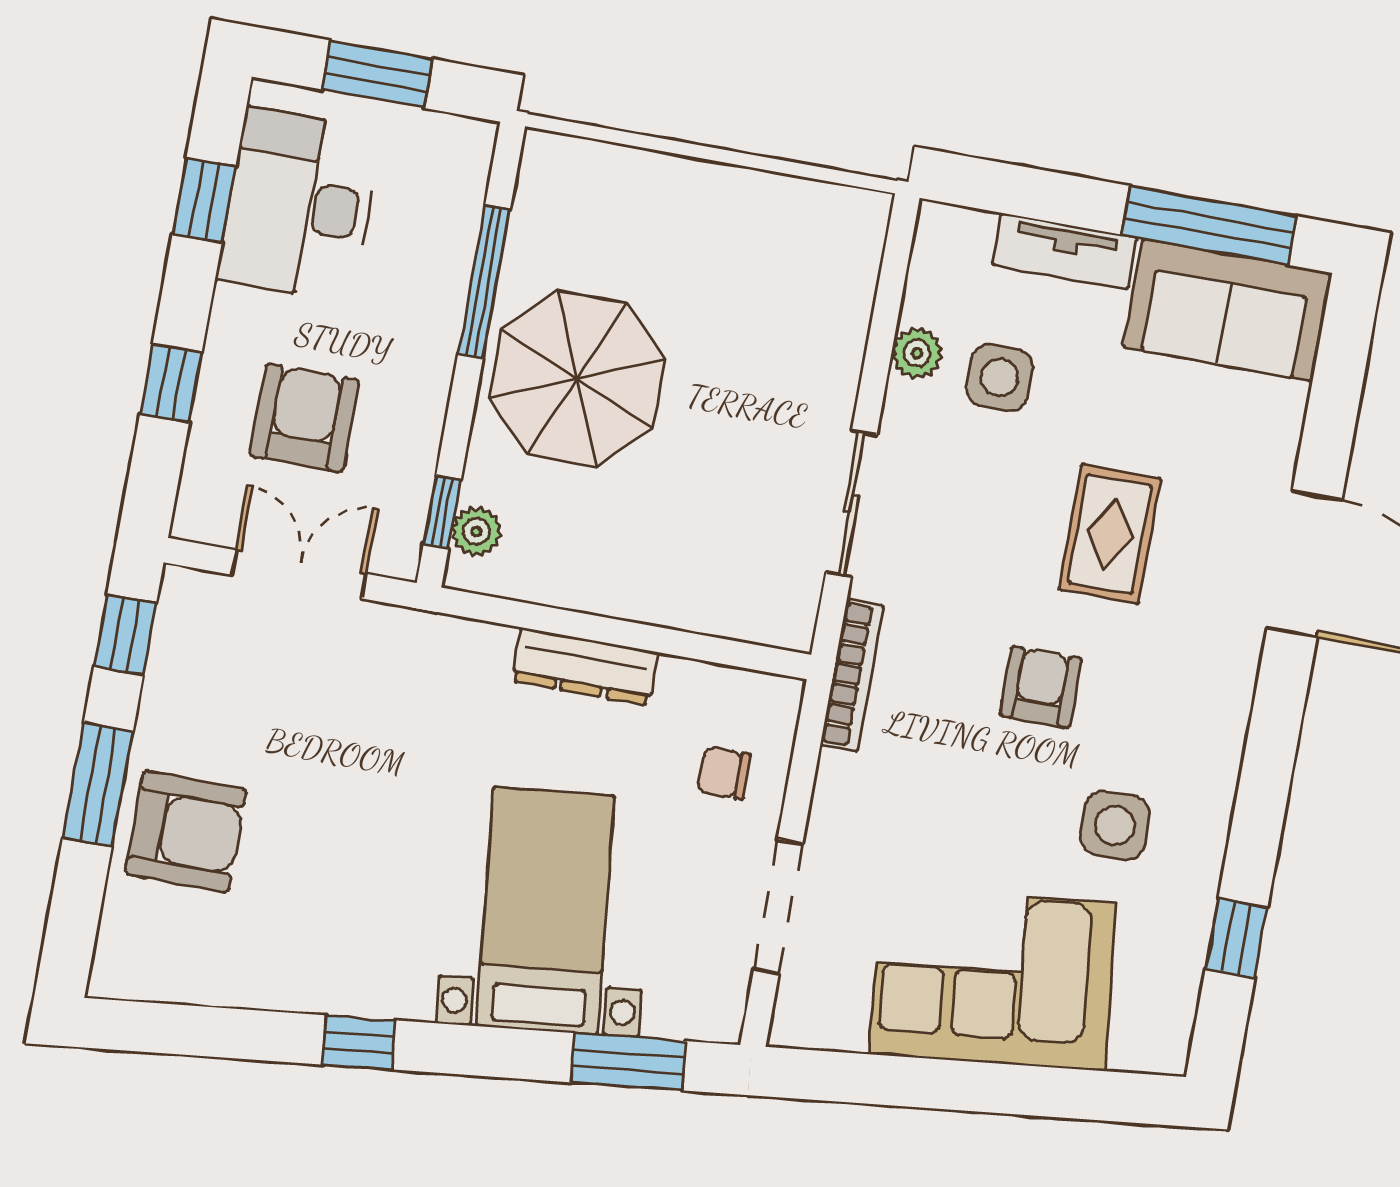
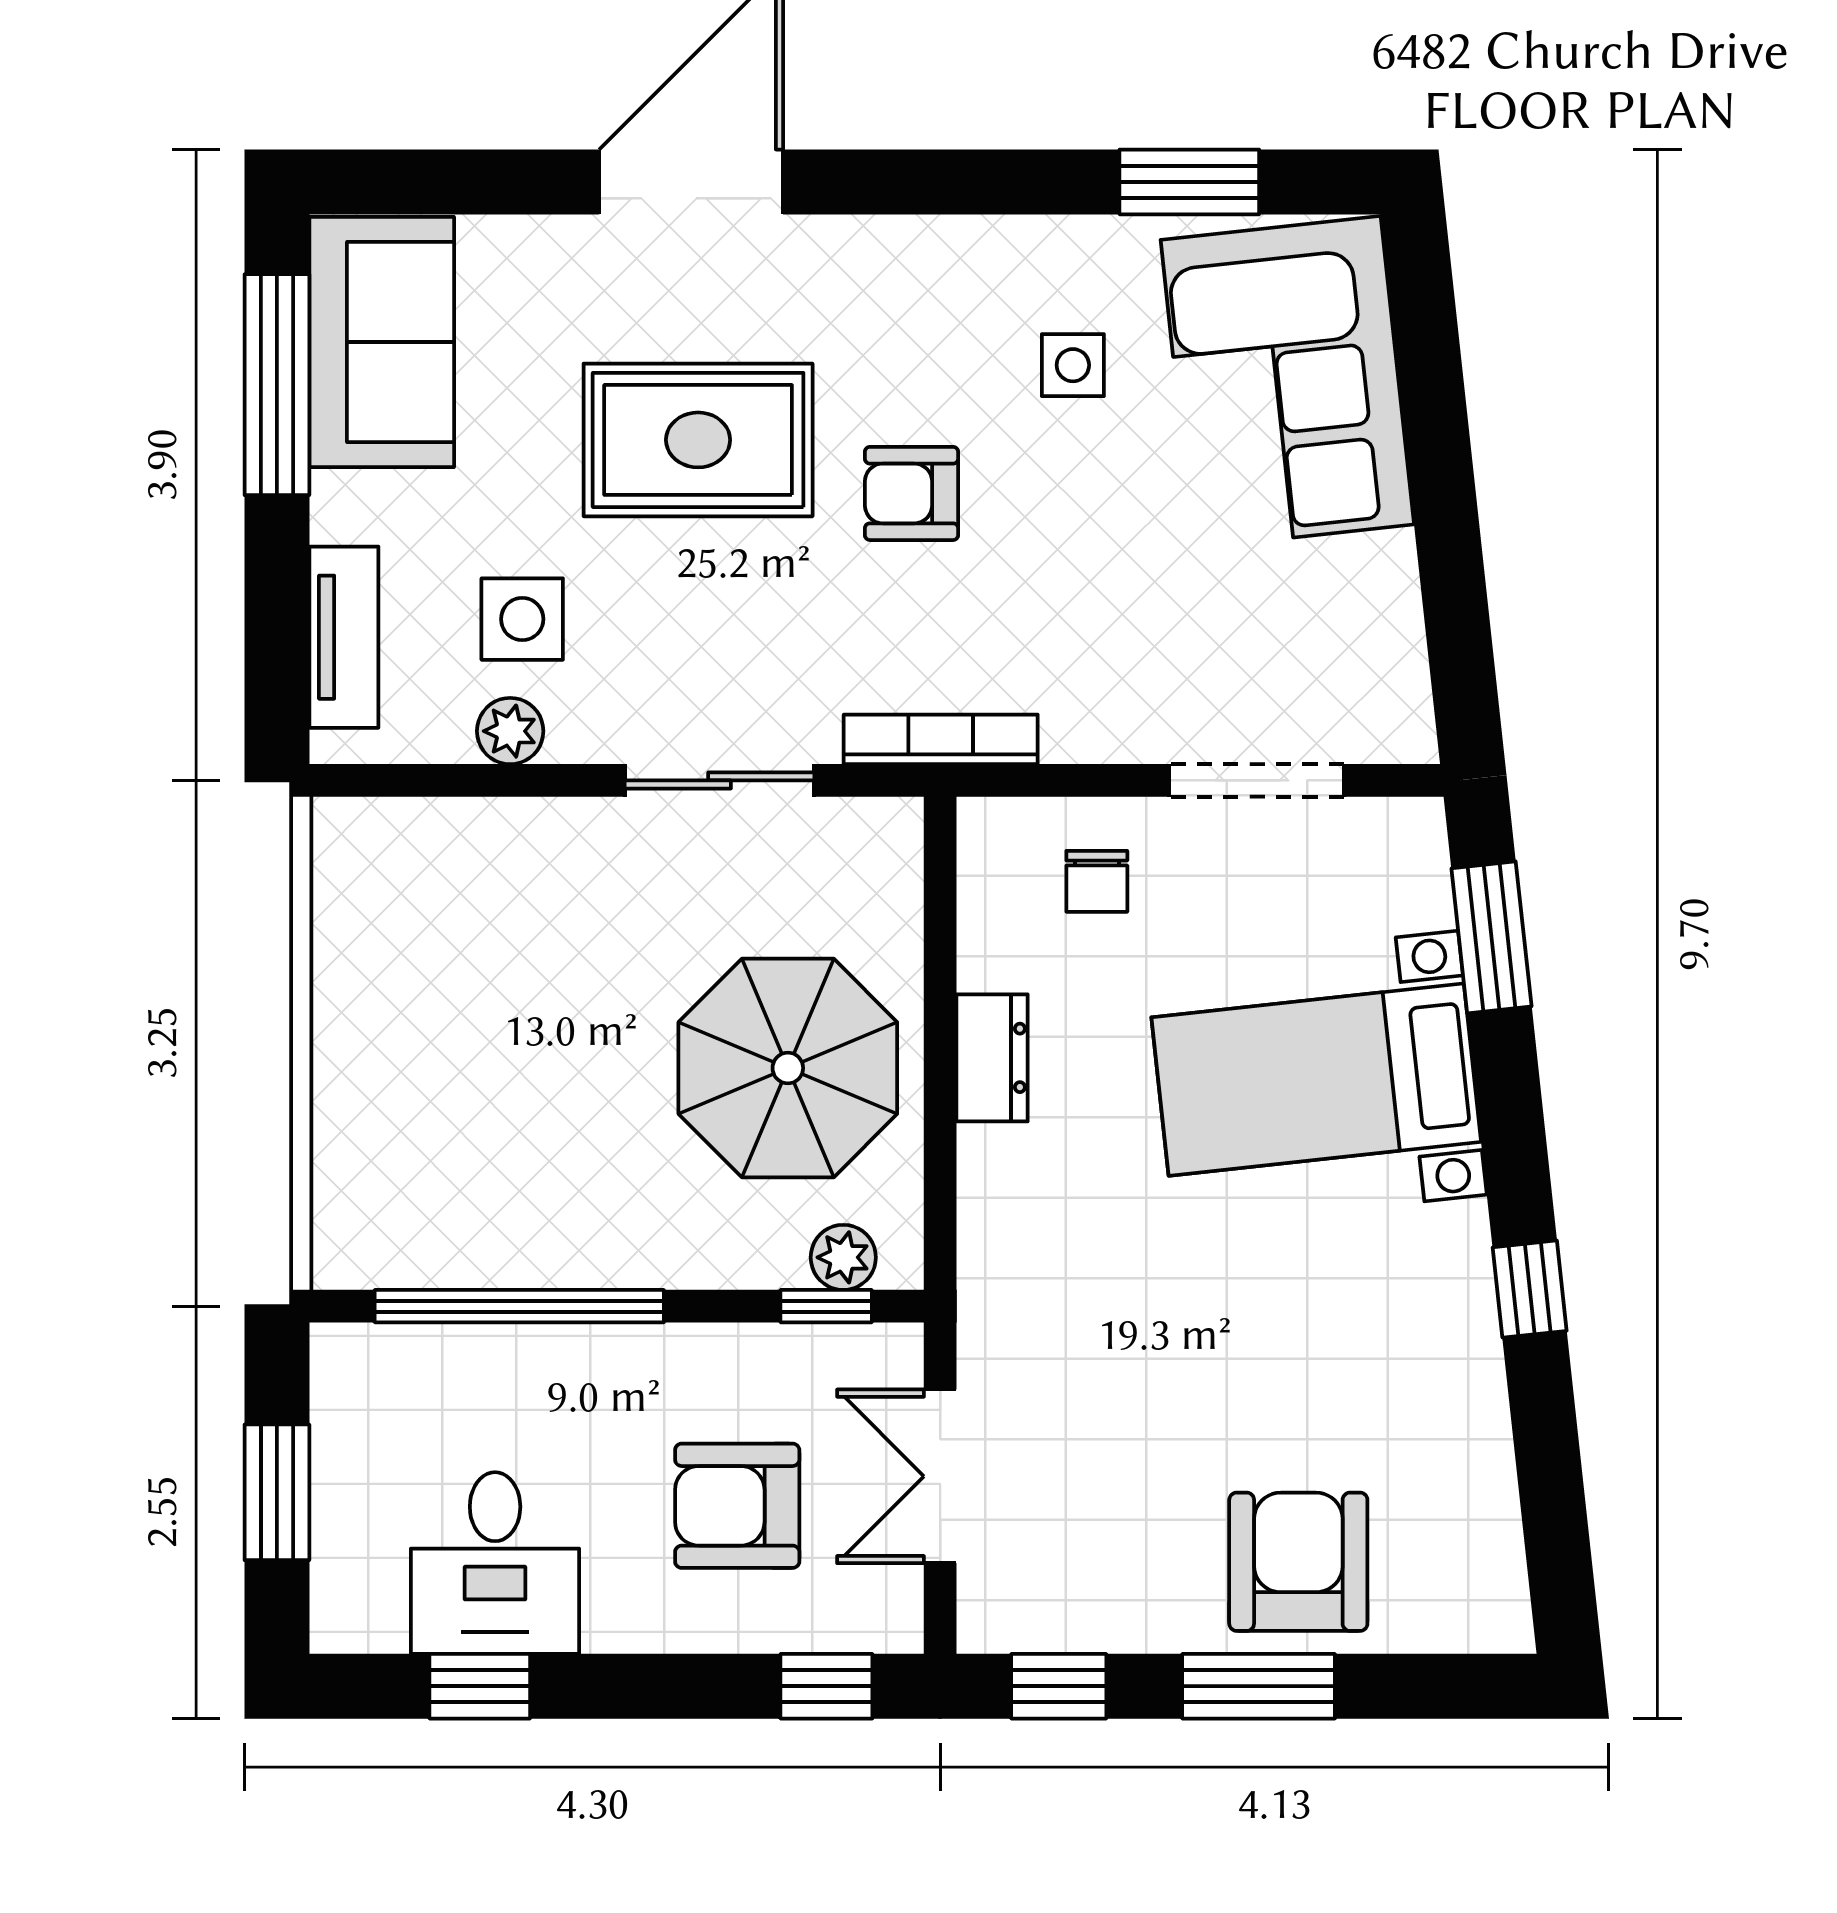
desk: (299, 205) -> (495, 1563), width x0.73
tv unit: (1065, 251) -> (344, 637), moved
window: (484, 282) -> (519, 1306), width x1.46
parasol: (577, 379) -> (788, 1068), moved
window: (171, 383) -> (826, 1686), moved
rug: (1110, 534) -> (698, 440), width x1.36, depth x1.43
dresser: (585, 667) -> (992, 1058), width x0.70
side table: (1115, 826) -> (1073, 365), width x0.73, depth x0.73
window: (1237, 938) -> (1189, 182), width x1.50
corner sofa: (993, 978) -> (1287, 382), moved

